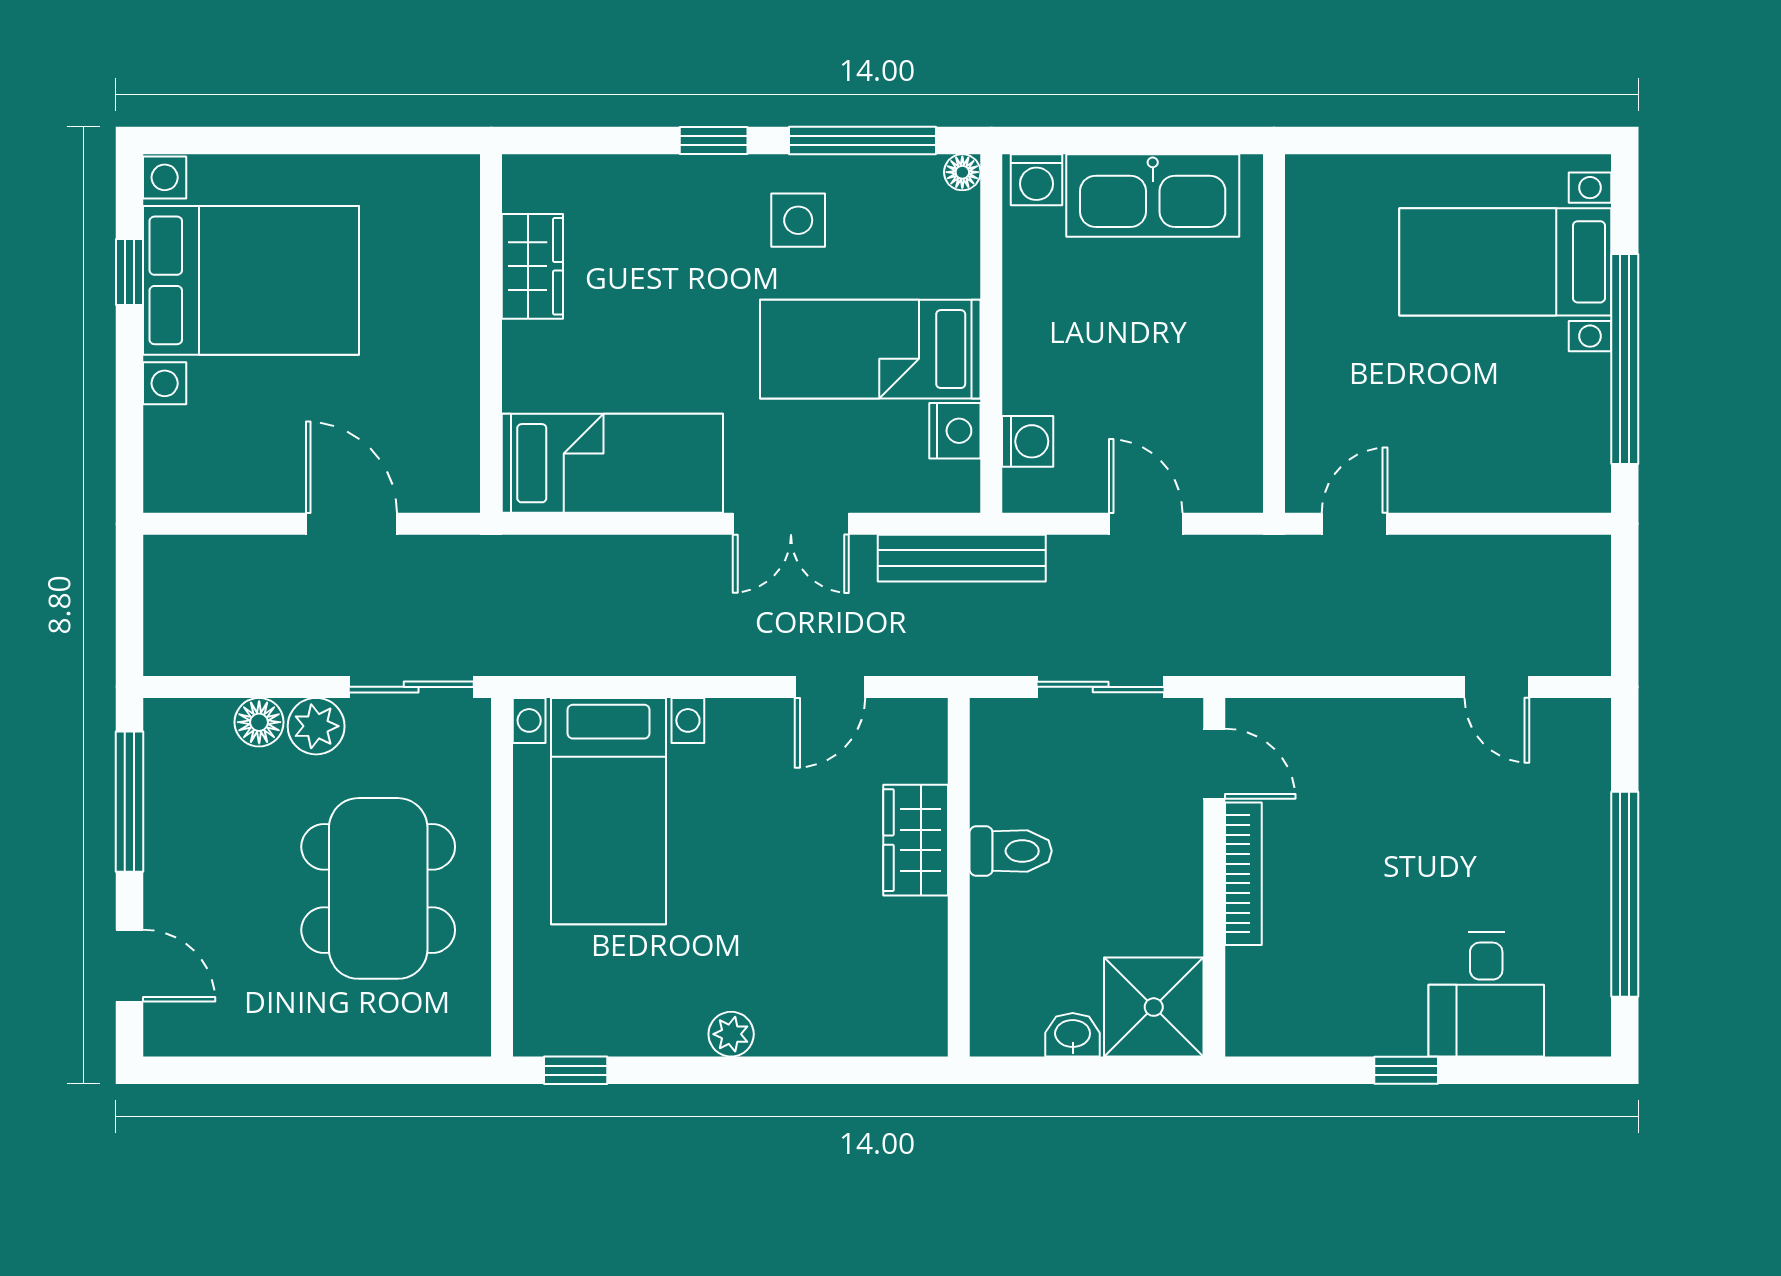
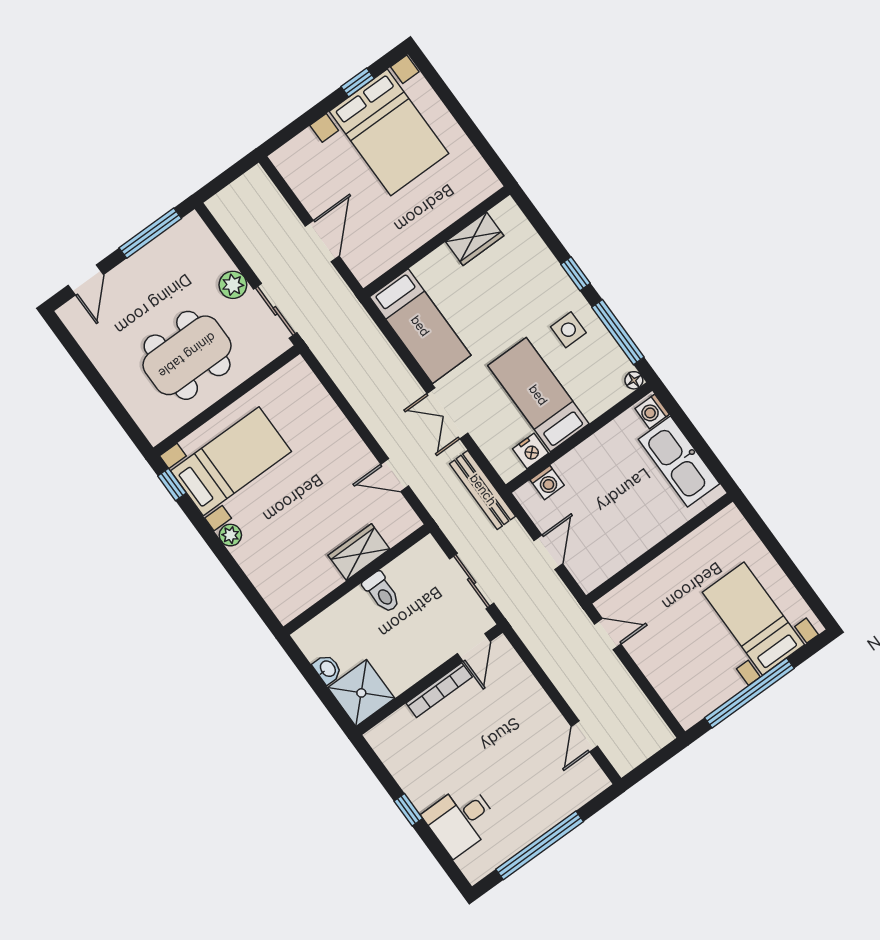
floor lamp: (259, 722) -> (218, 261), removed
bed with nightstands: (609, 811) -> (231, 461), moved, turned 180

